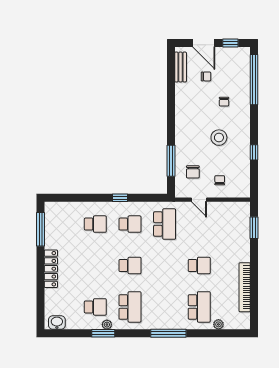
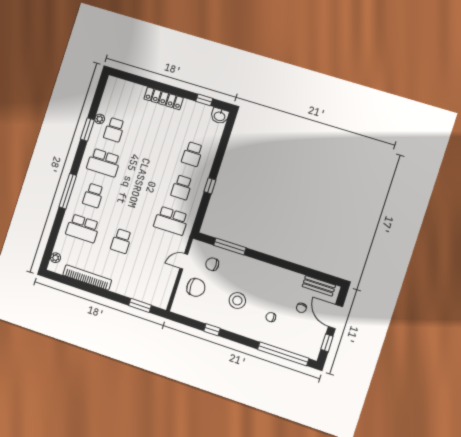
door: (204, 43) -> (335, 317), hinge flipped
chair: (220, 180) -> (196, 288), width x1.87, depth x1.87
window: (41, 229) -> (204, 100), width x0.46
school desk: (130, 266) -> (93, 195), moved
washbasin: (57, 323) -> (220, 116), moved, turned 90
plant: (218, 324) -> (55, 258), moved
plant: (107, 325) -> (100, 119), moved

